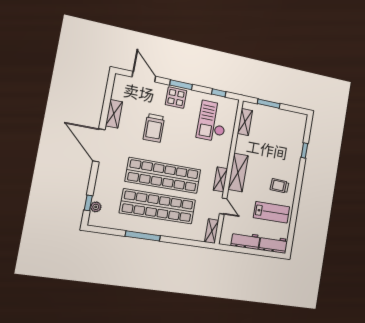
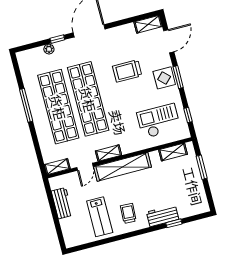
shelving: (114, 114) -> (148, 24), moved
shelving: (238, 172) -> (122, 167), width x1.47
window: (88, 203) -> (57, 39), moved
plant: (96, 207) -> (49, 49), moved
workbench: (273, 244) -> (163, 216), moved, turned -90

